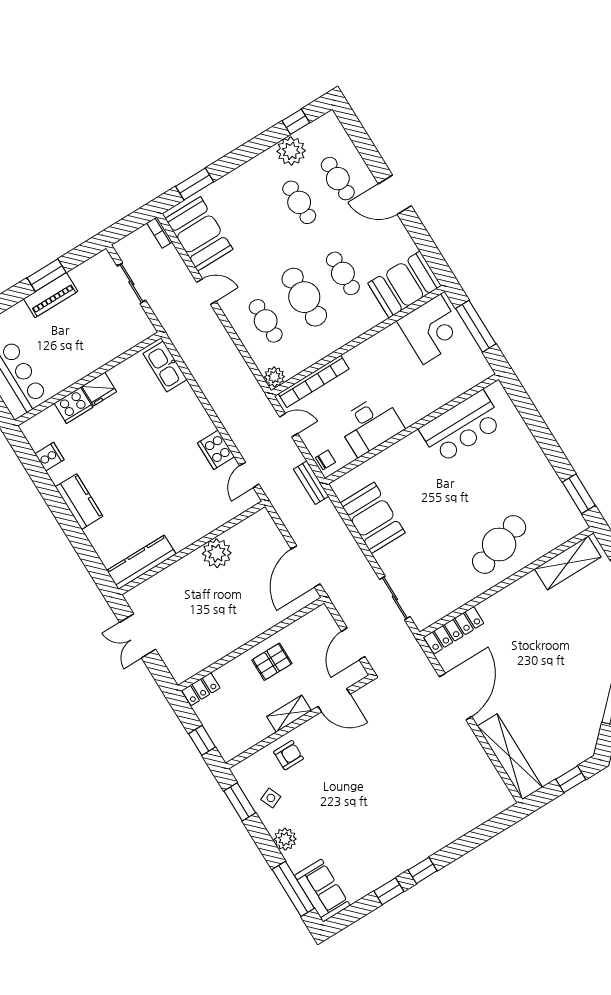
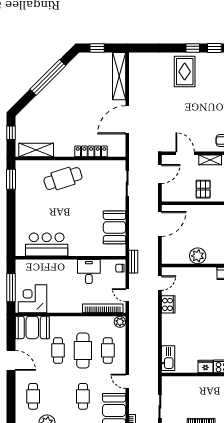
door: (395, 195) -> (11, 360), moved
cafe table: (299, 202) -> (83, 396), moved
desk: (370, 425) -> (89, 272), width x0.73
locker: (454, 630) -> (91, 151), moved
pallet: (272, 662) -> (203, 189), turned 90
rug: (412, 826) -> (185, 72), added

